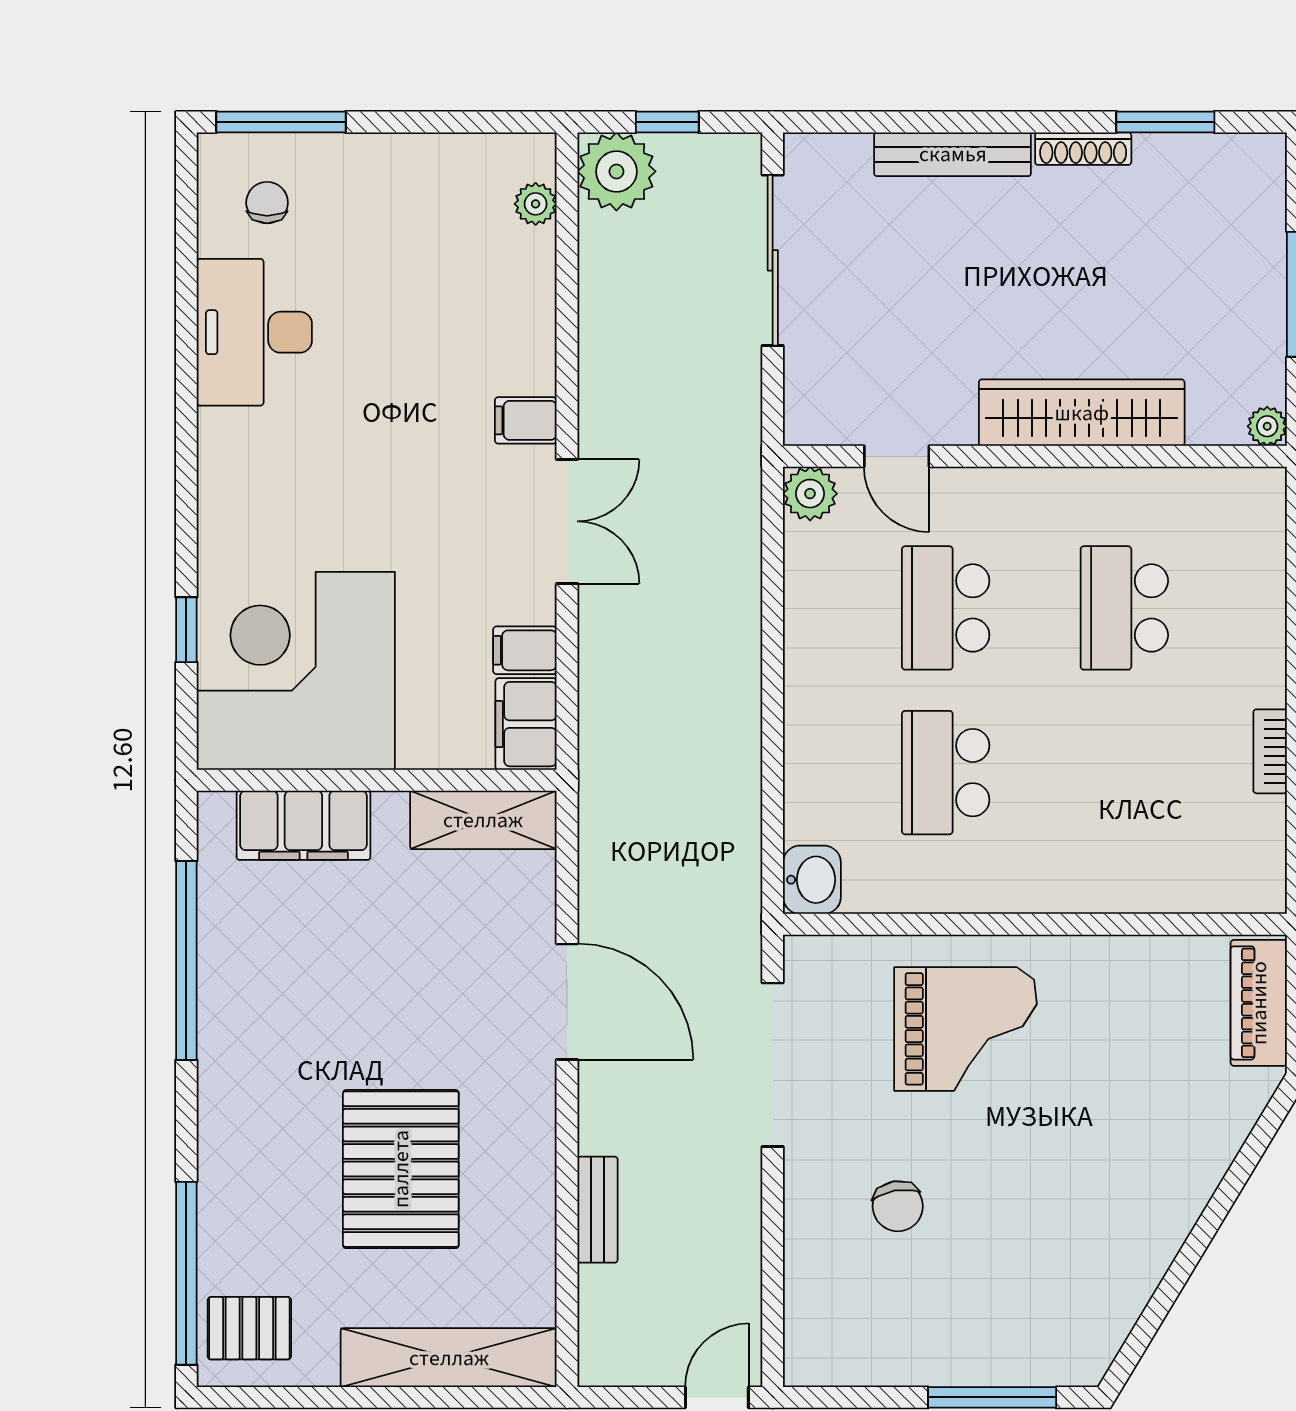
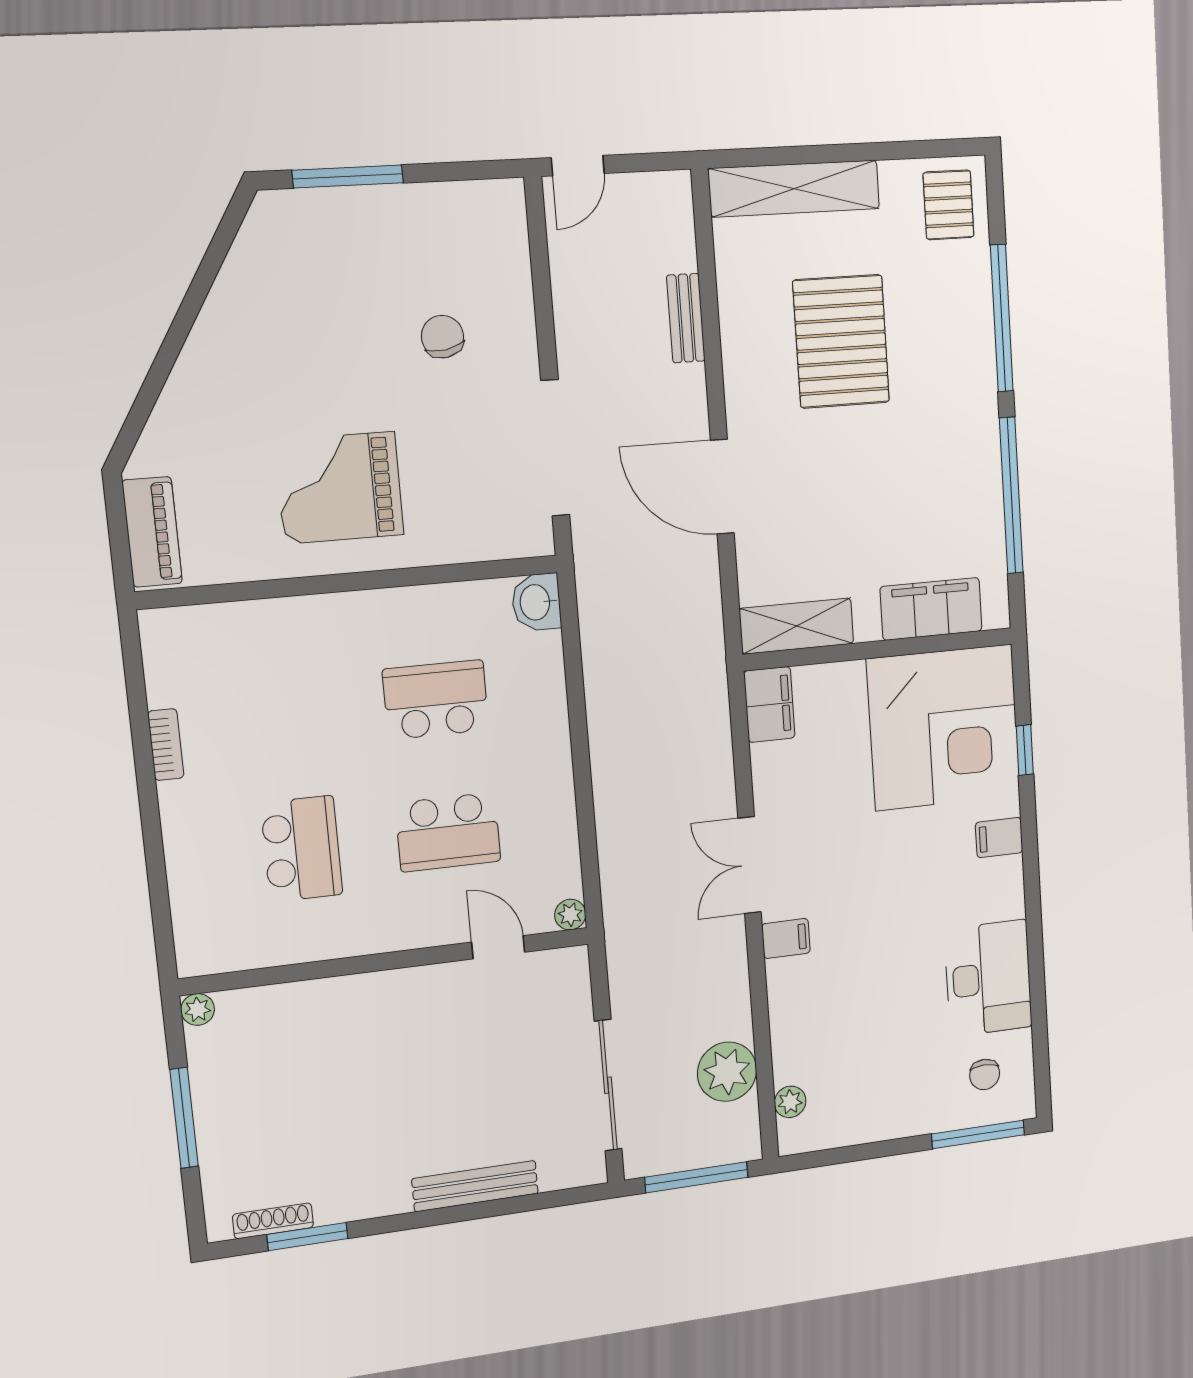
window: (667, 122) -> (696, 1177), width x2.17
shoe rack: (1083, 149) -> (273, 1221), moved
plant: (616, 171) -> (727, 1072), moved
wardrobe: (1082, 413) -> (352, 1000), removed
plant: (810, 494) -> (570, 915), width x0.73, depth x0.73
school desk: (946, 608) -> (448, 832), turned 90
filing cabinet: (525, 650) -> (999, 838), moved, turned 180
school desk: (946, 773) -> (436, 700), turned -90
grand piano: (966, 1029) -> (339, 488), moved
window: (186, 1273) -> (1002, 318), moved
pallet: (249, 1328) -> (948, 205), turned 90

